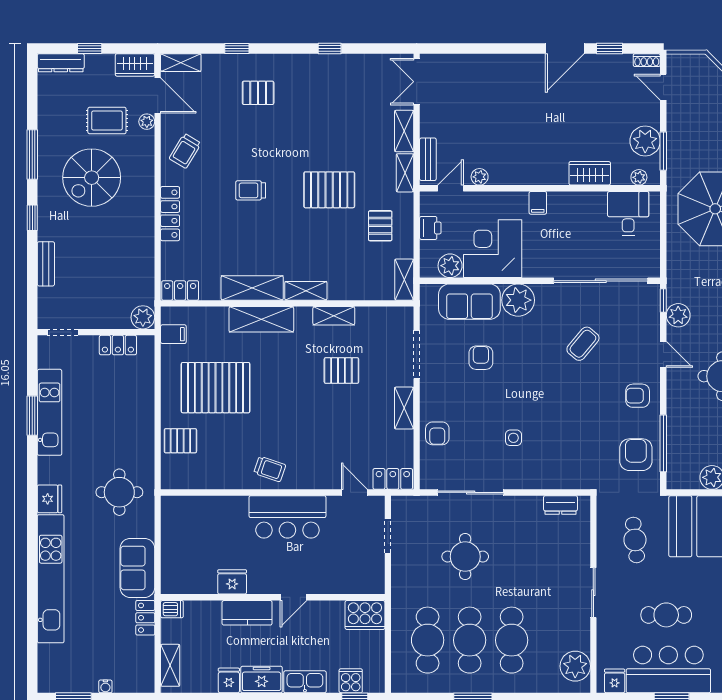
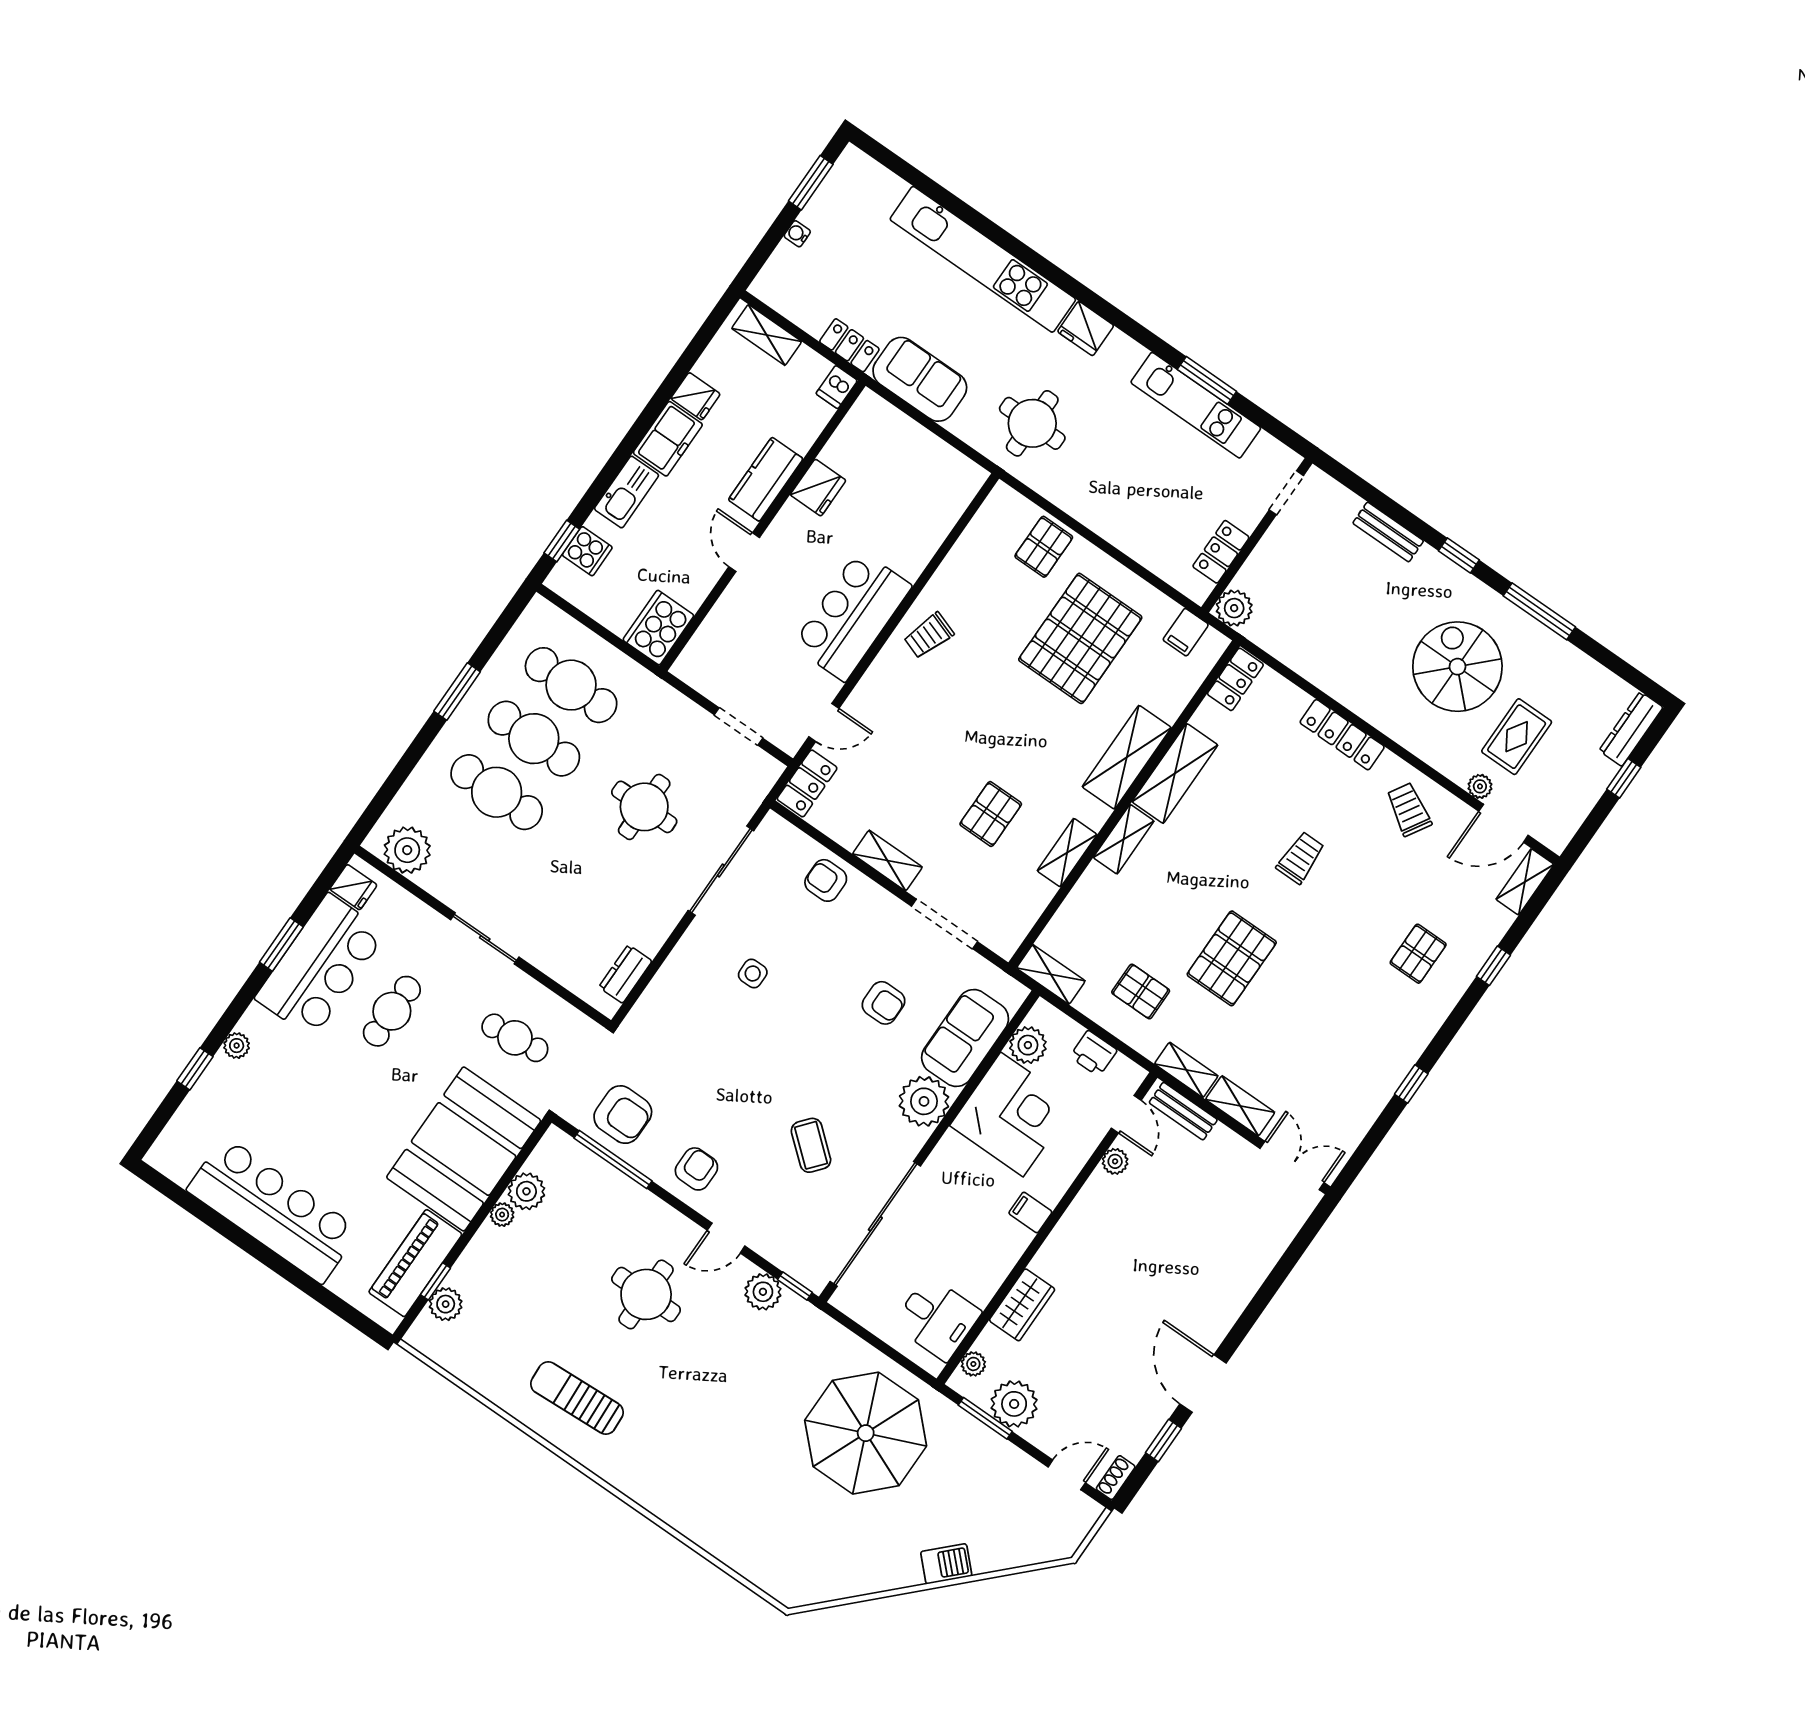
wardrobe: (135, 65) -> (1563, 822), removed

